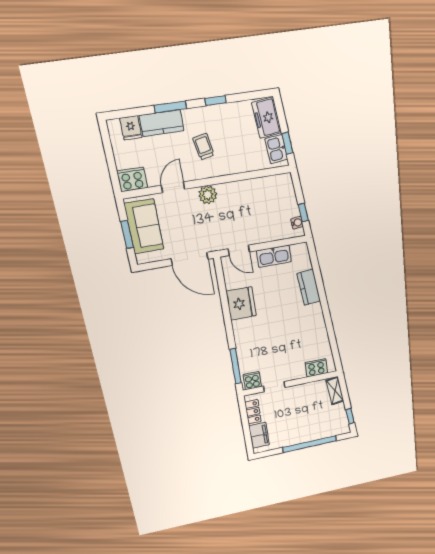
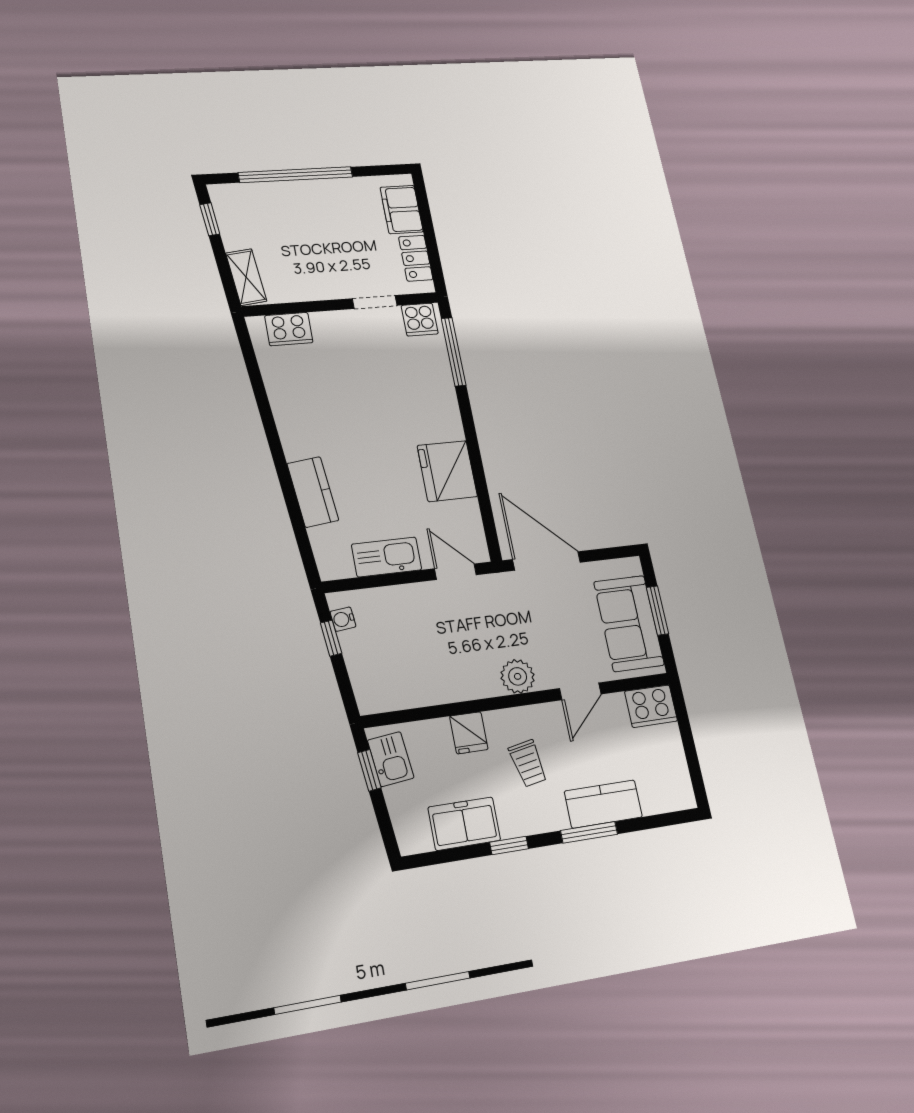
freezer: (267, 118) -> (464, 824), moved, turned -84
fridge: (131, 128) -> (469, 733), moved, turned 180

